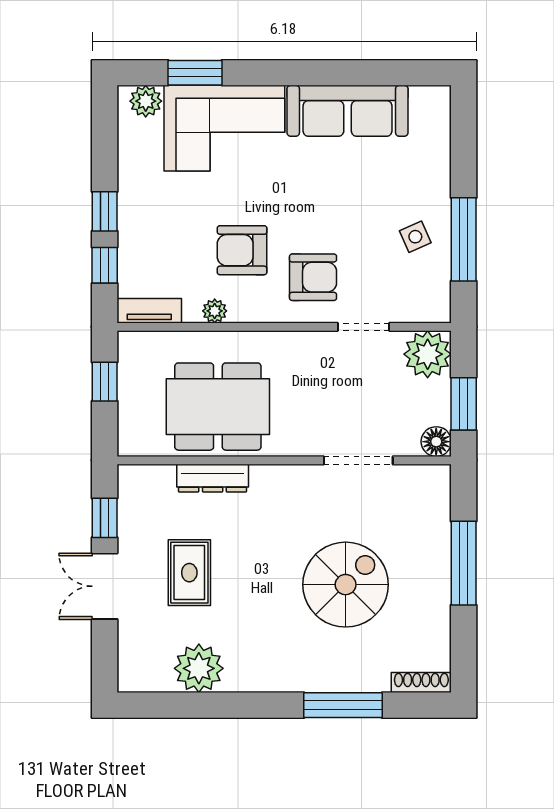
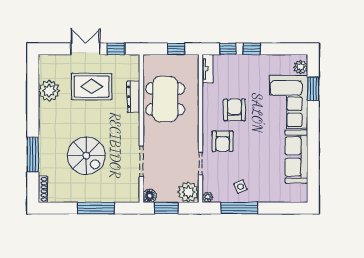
plant: (215, 311) -> (208, 197), moved
rug: (189, 573) -> (92, 86), width x1.36, depth x1.43

